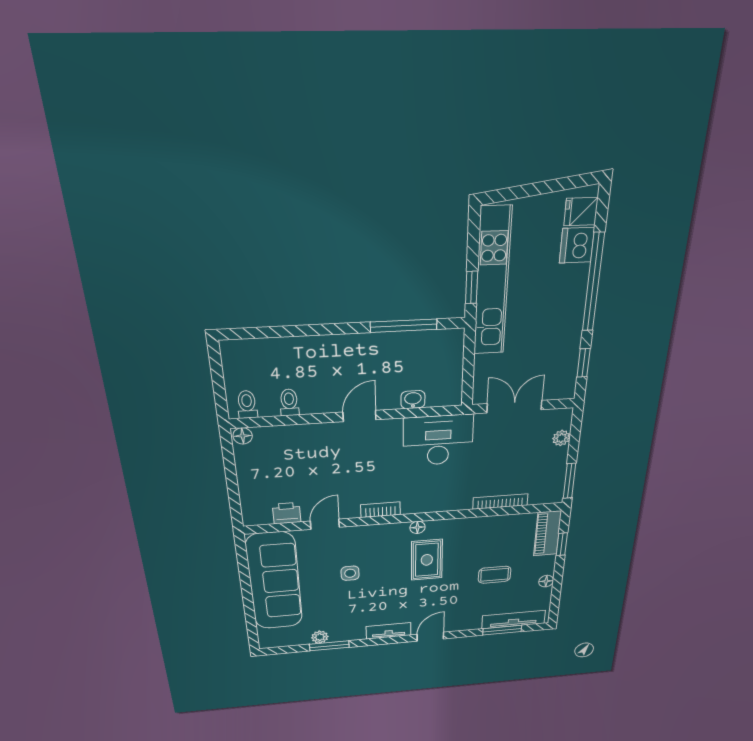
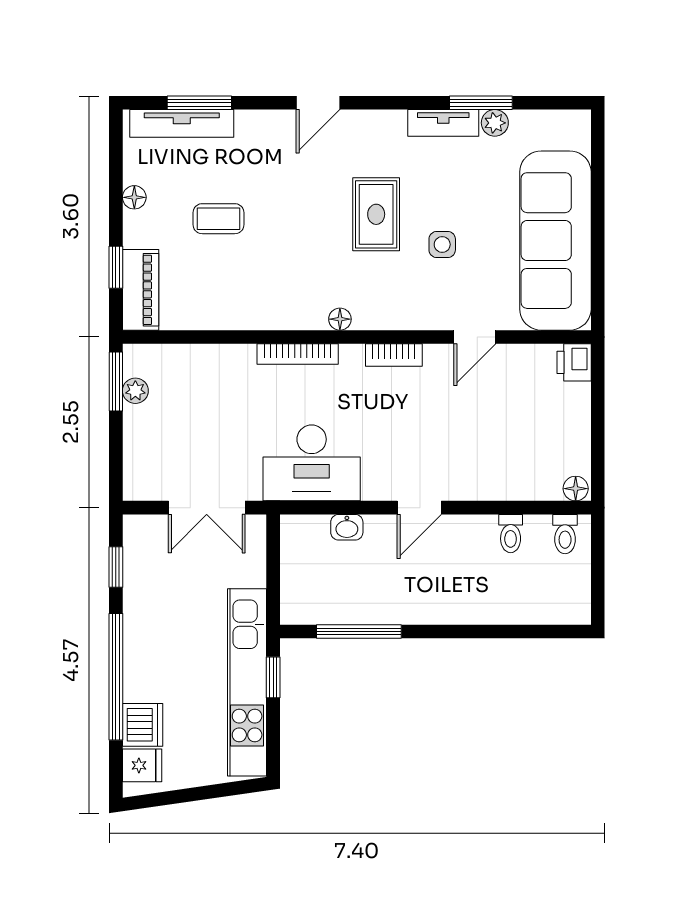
plant: (561, 438) -> (135, 391), moved
bookcase: (500, 502) -> (298, 354), moved
printer: (287, 513) -> (574, 362), moved, turned 90
rug: (427, 560) -> (376, 214), moved
tv unit: (389, 631) -> (443, 123), moved

